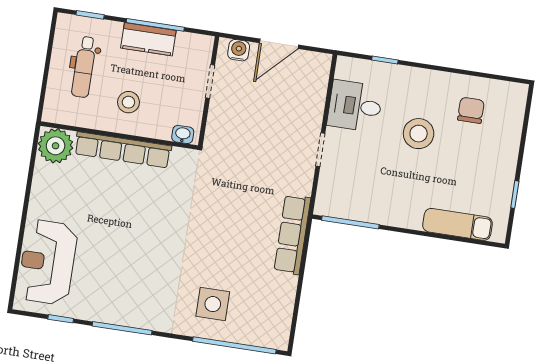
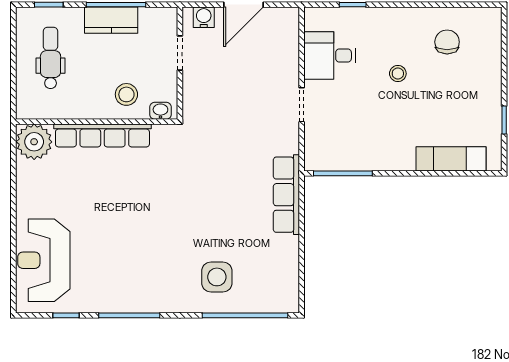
dental chair: (84, 67) -> (51, 58), turned 180
stool: (128, 102) -> (126, 94), moved
stool: (419, 134) -> (398, 74), width x0.53, depth x0.53

